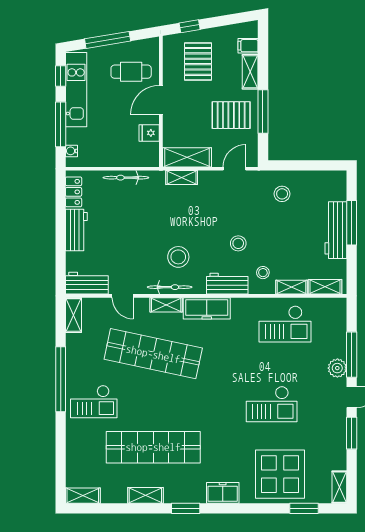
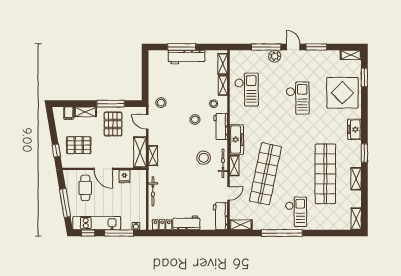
stool: (282, 194) -> (161, 103), moved

